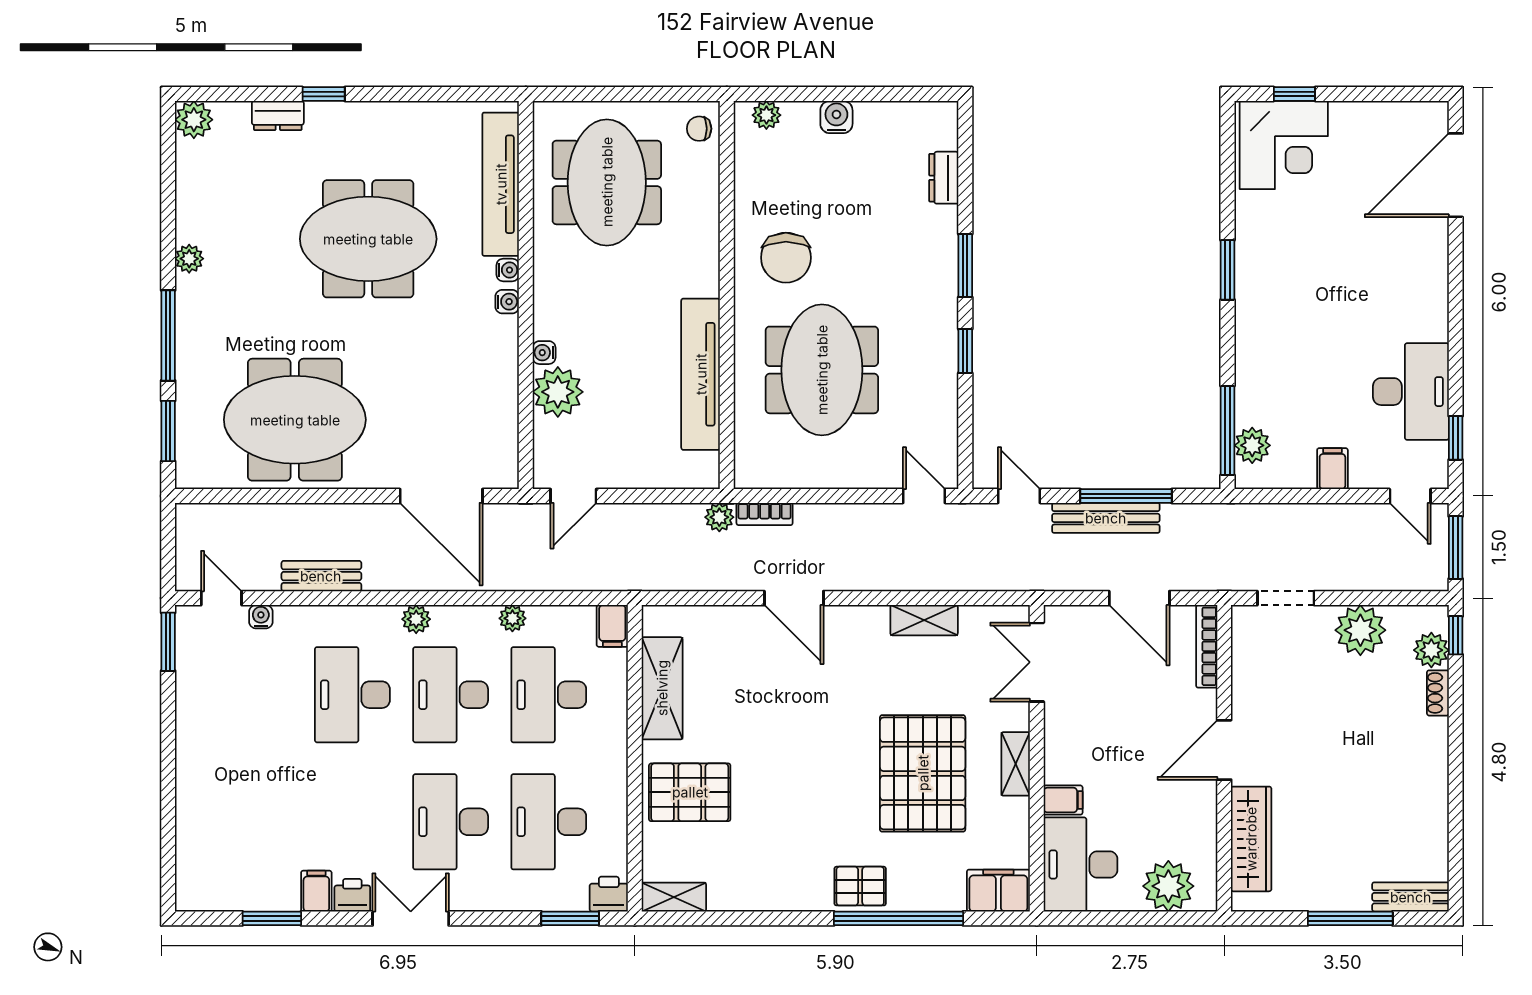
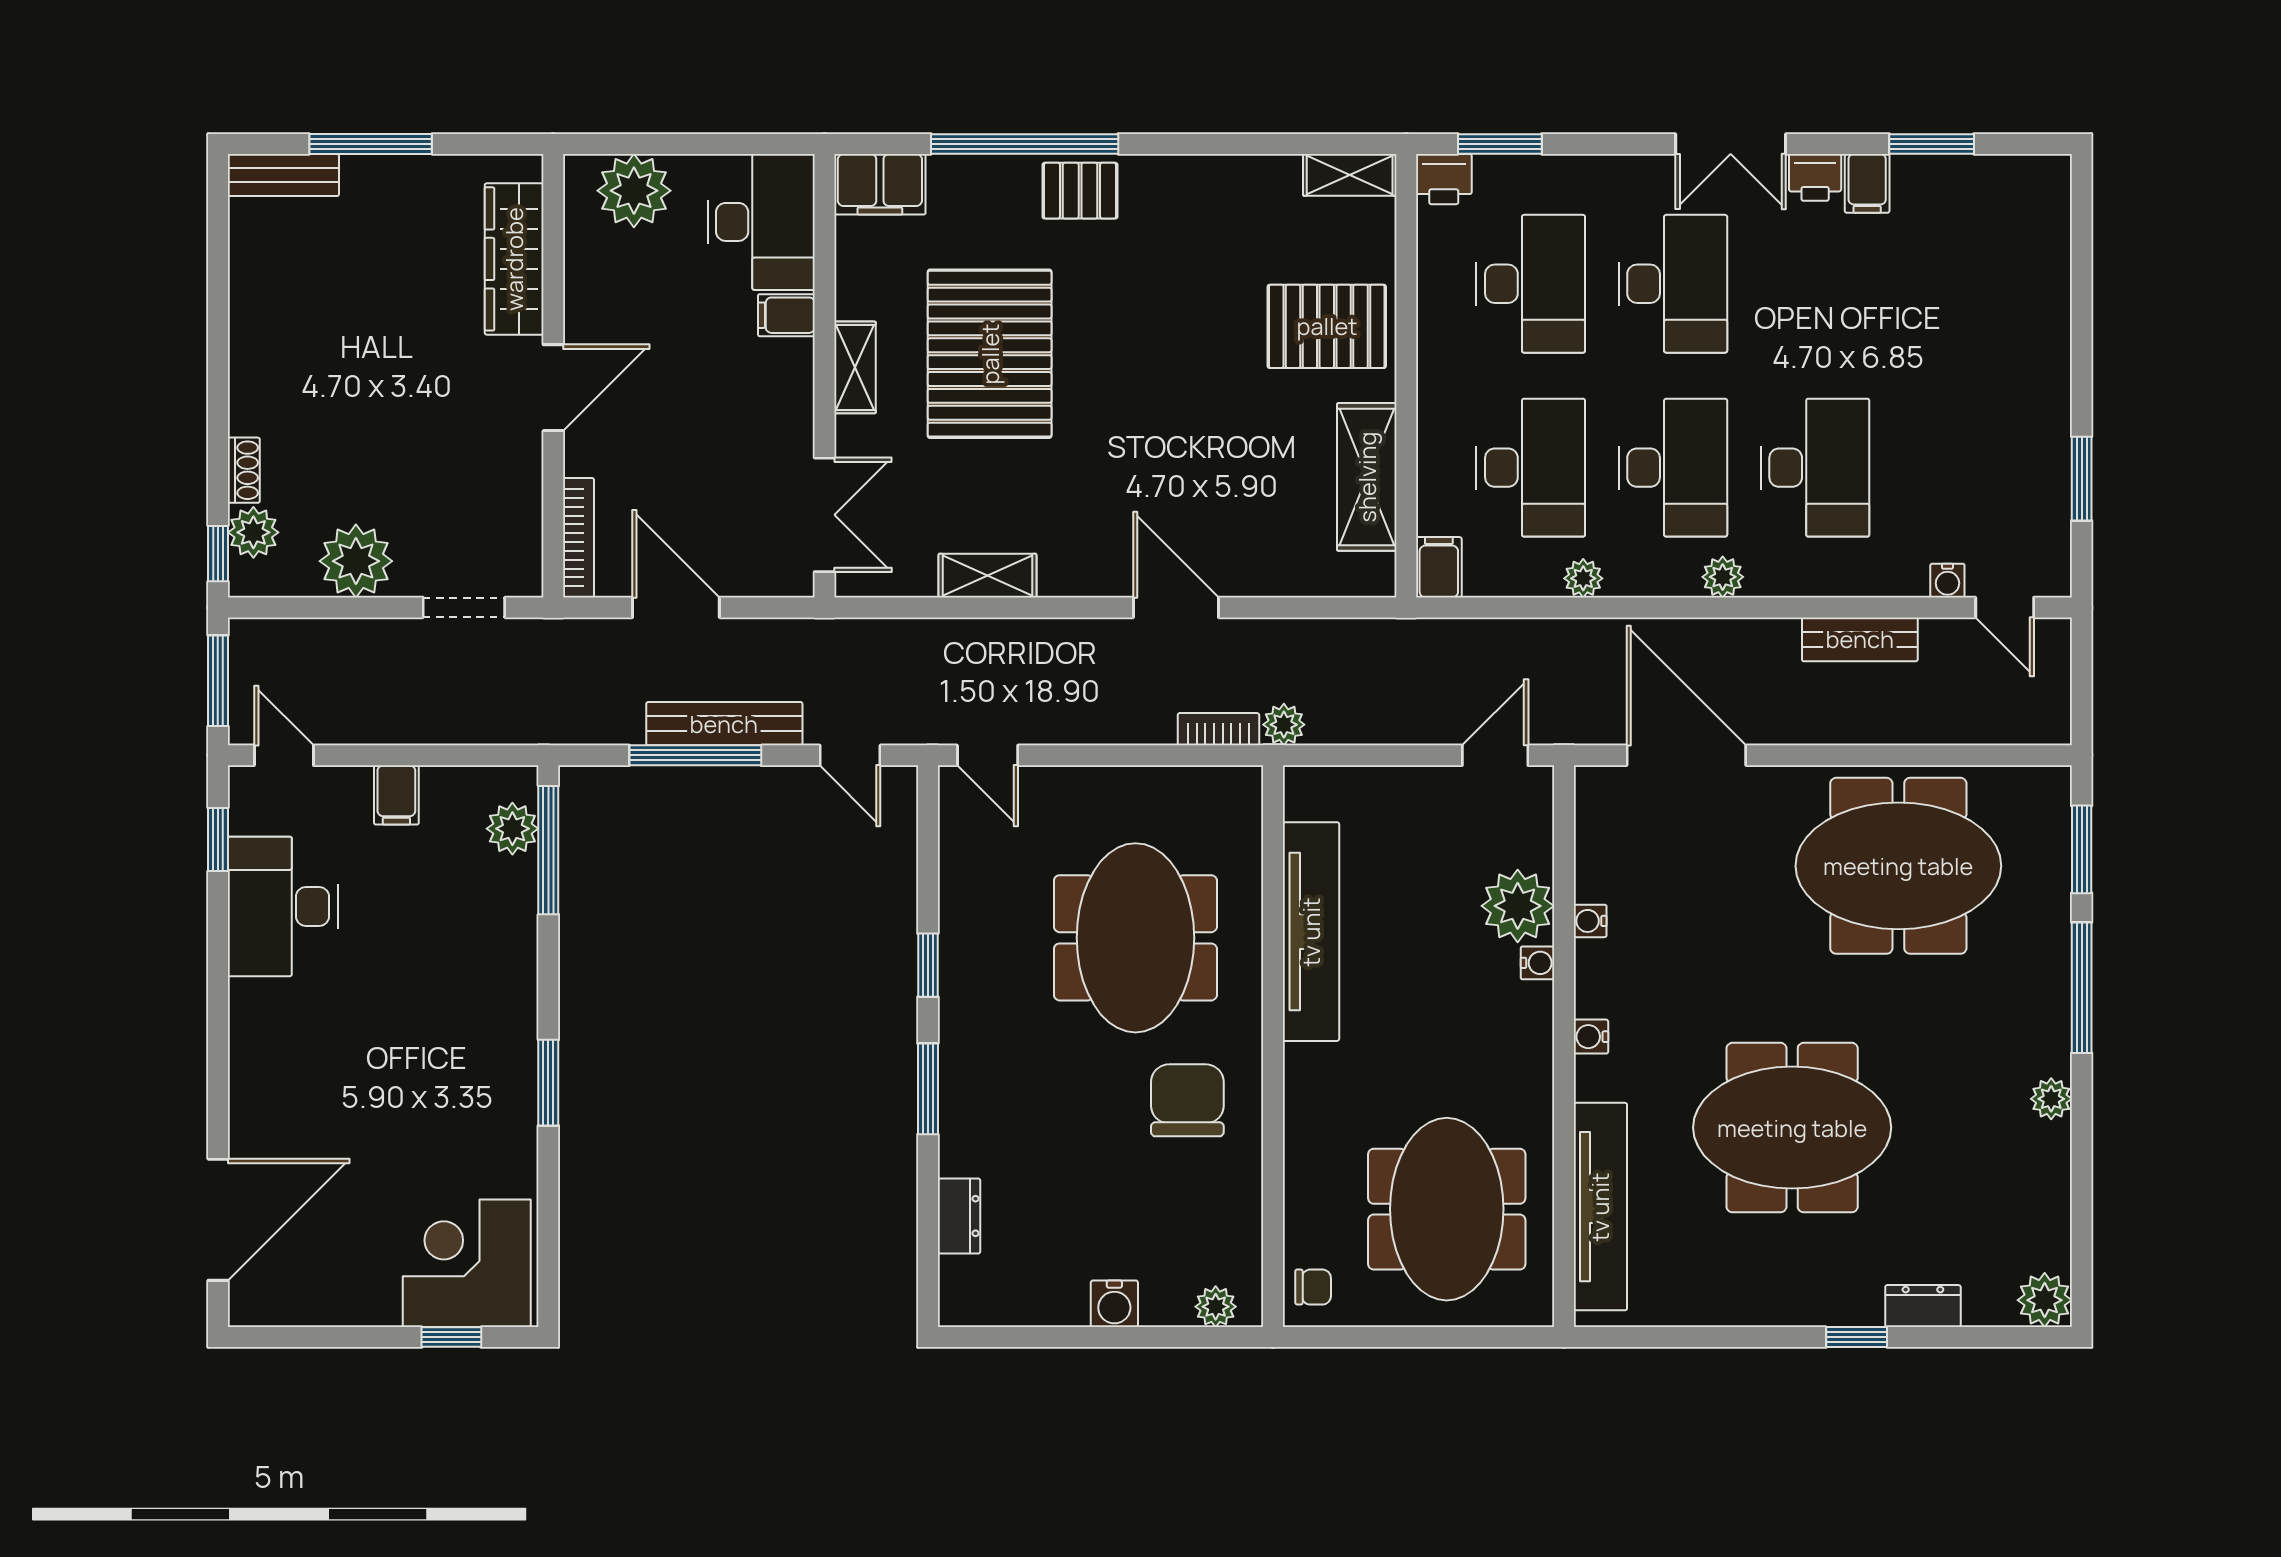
water cooler: (508, 270) -> (1590, 921), moved
window: (168, 642) -> (2082, 479), moved

